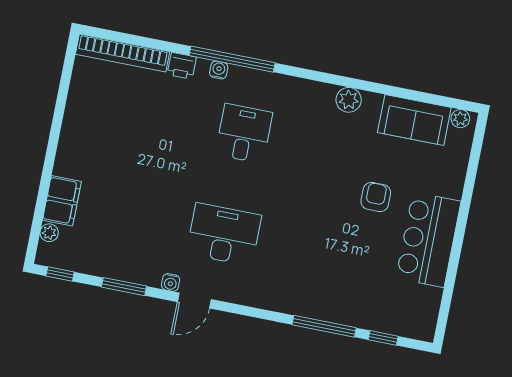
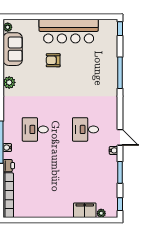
desk: (224, 234) -> (85, 129), width x0.73
bar counter: (428, 240) -> (69, 31), width x1.36
window: (383, 338) -> (120, 29), moved

